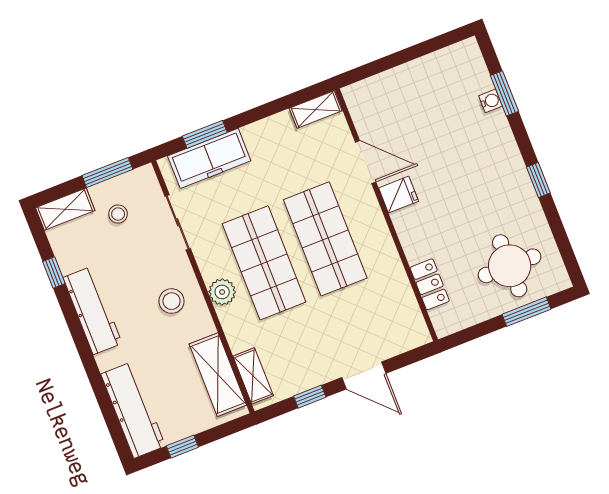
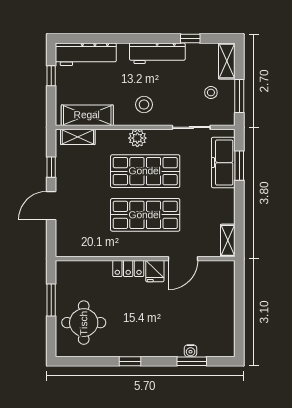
locker: (430, 284) -> (128, 269), moved
window: (526, 312) -> (51, 300), moved

